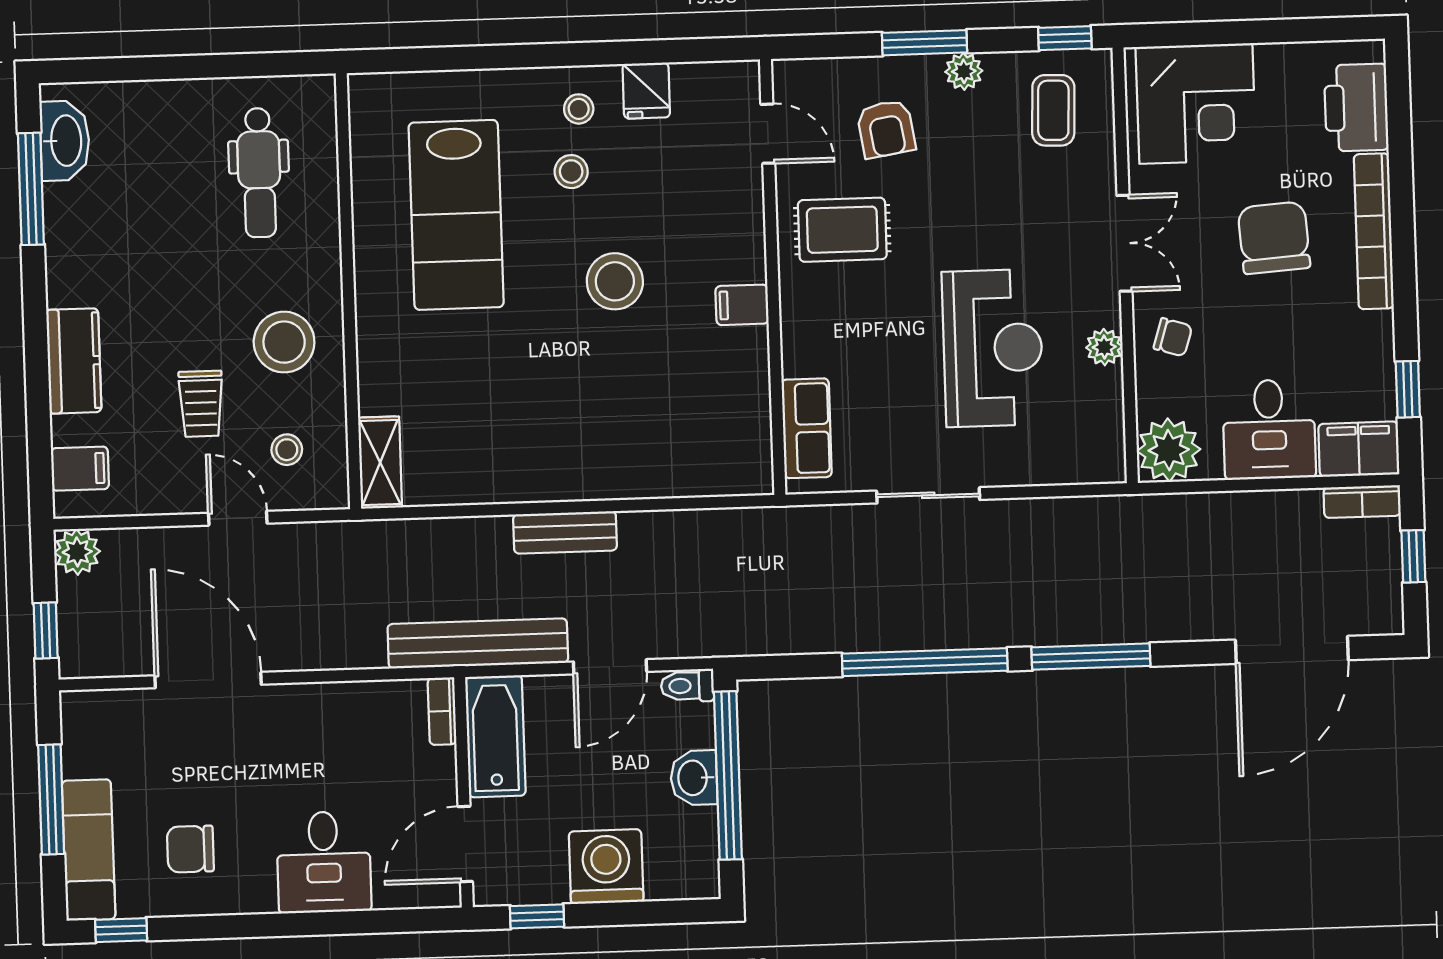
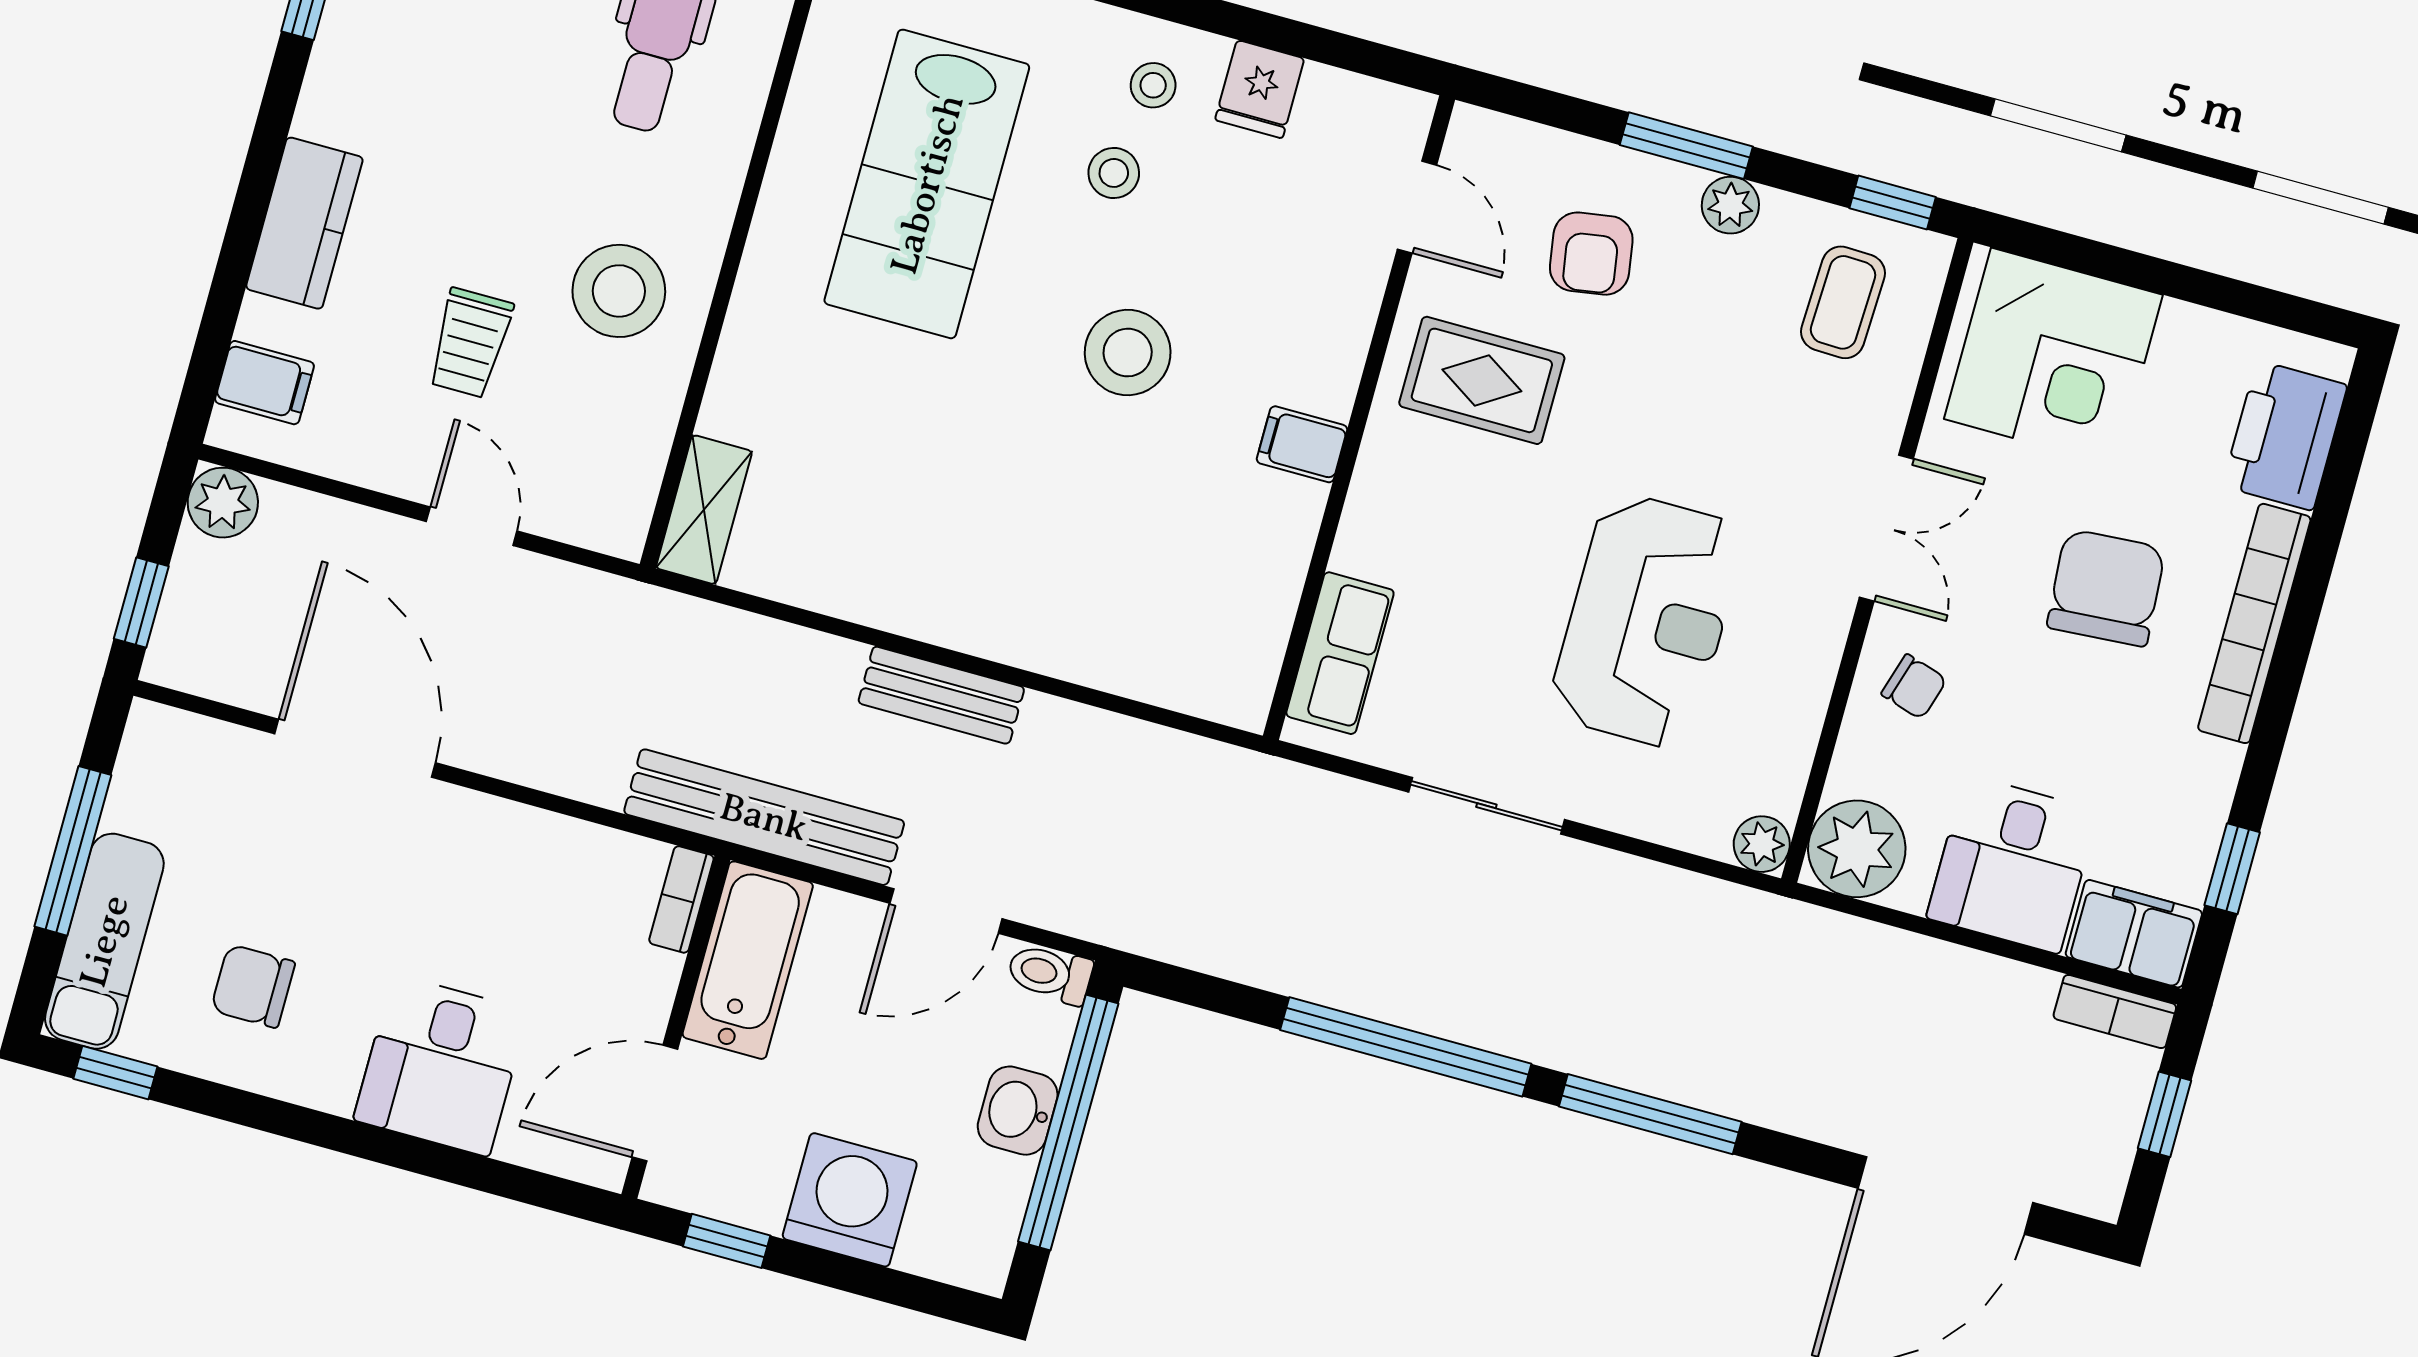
plant: (1104, 347) -> (1762, 844), moved
stool: (287, 450) -> (574, 449), removed

